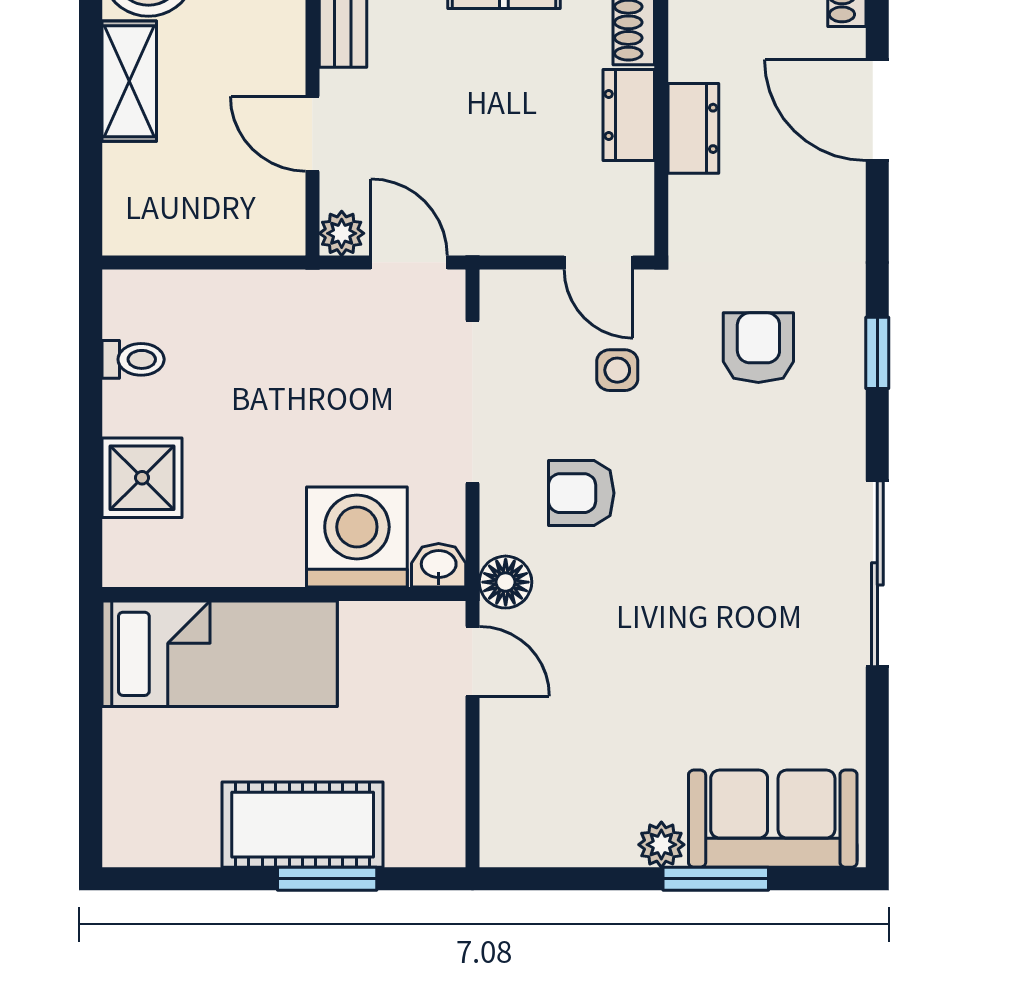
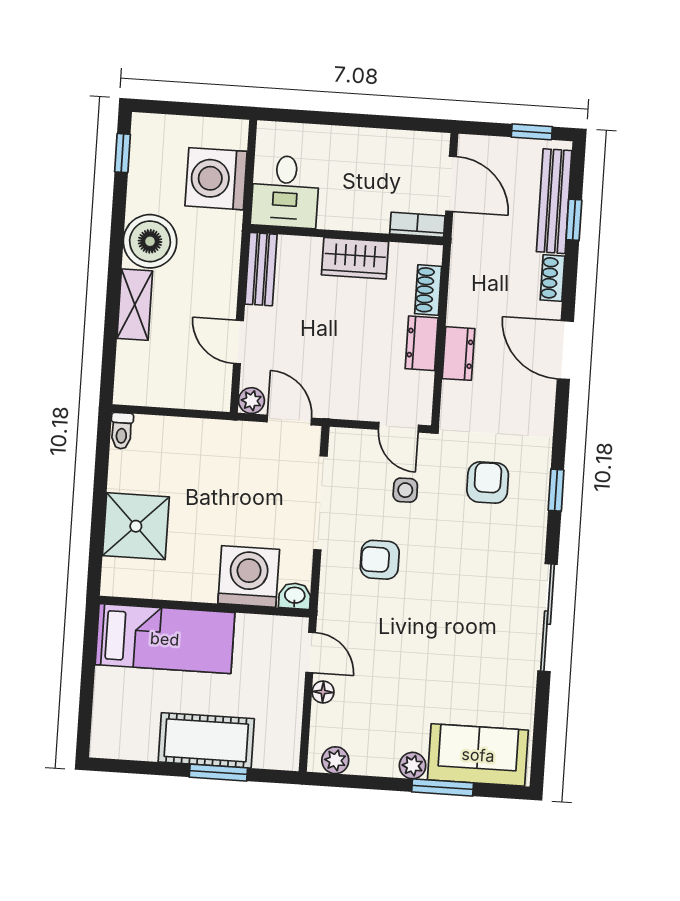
toilet: (133, 359) -> (122, 431), moved, turned 90
shower: (142, 478) -> (136, 526), width x1.36, depth x1.36
floor lamp: (506, 582) -> (323, 692), moved, width x0.73, depth x0.73
plant: (528, 844) -> (335, 760), added

